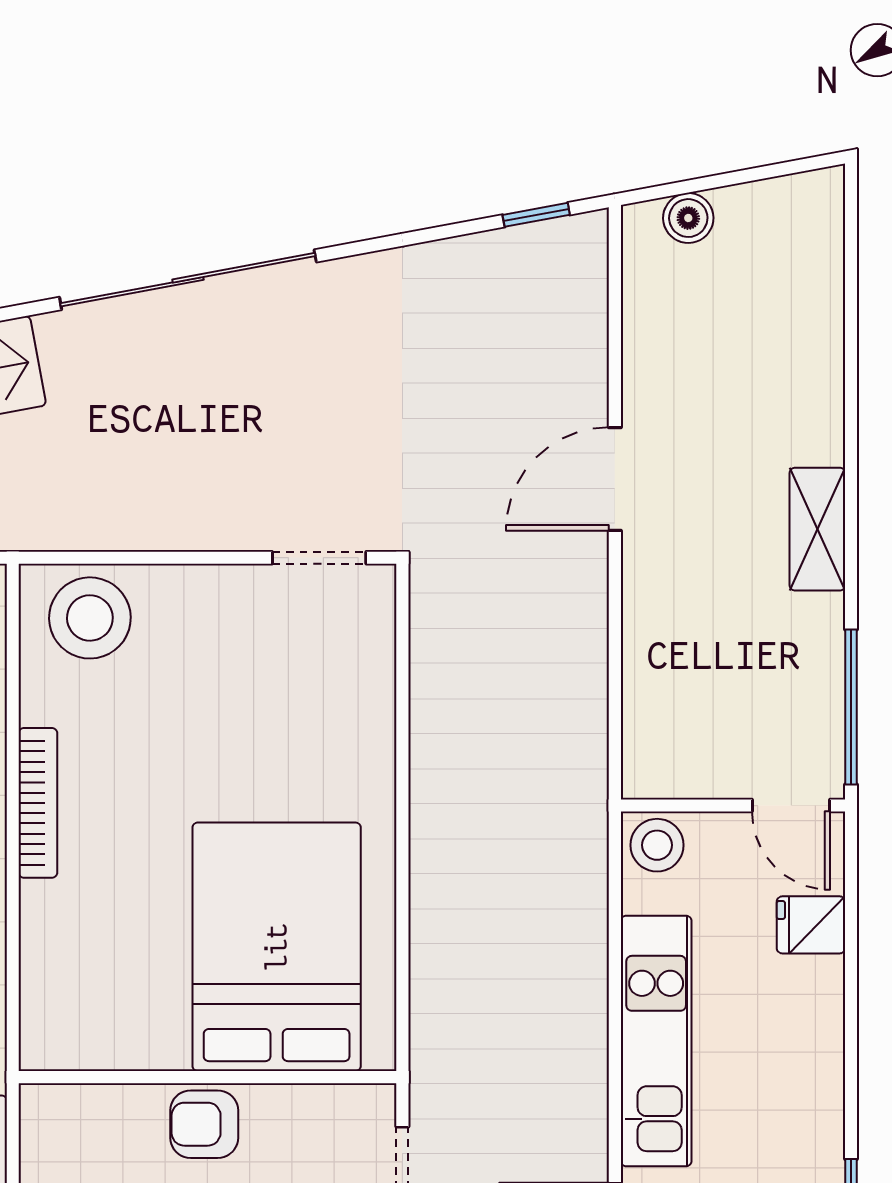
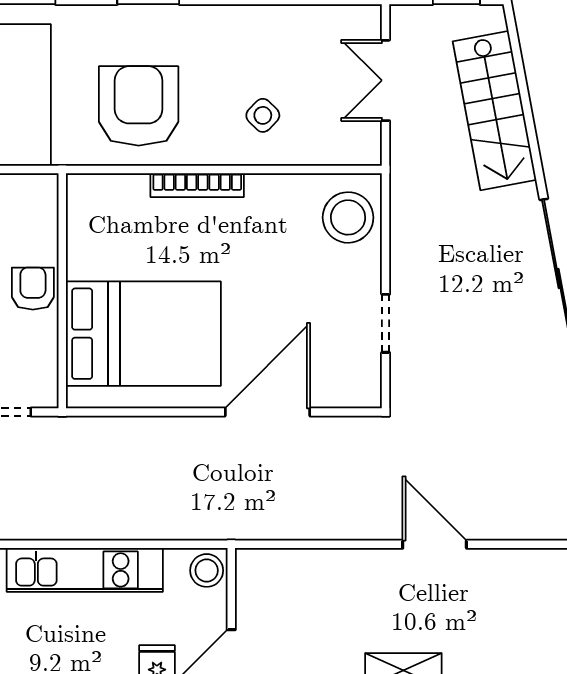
doorway: (319, 558) -> (386, 323), moved
door: (402, 747) -> (268, 412), added
bookcase: (38, 803) -> (197, 185), moved

